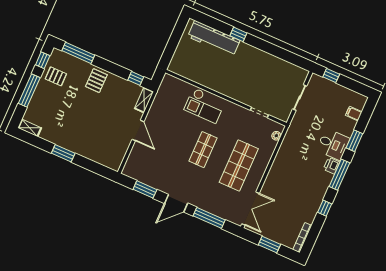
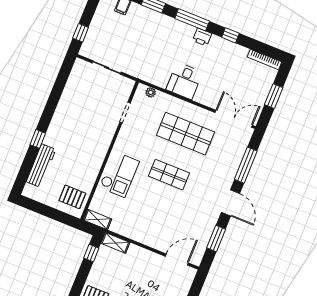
workbench: (214, 38) -> (41, 166), width x0.73, depth x0.76
pallet: (186, 63) -> (72, 197), added
shelving: (165, 85) -> (97, 219), added
door: (138, 130) -> (177, 260), moved
desk: (333, 144) -> (184, 81), moved, turned 180
printer: (332, 166) -> (202, 37), moved

